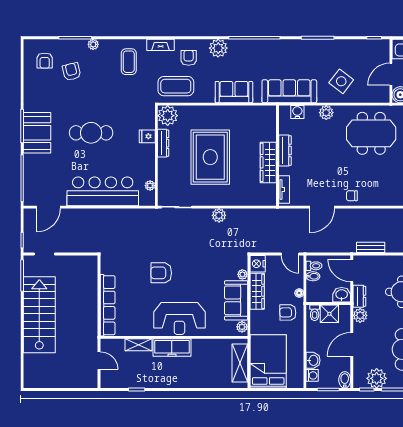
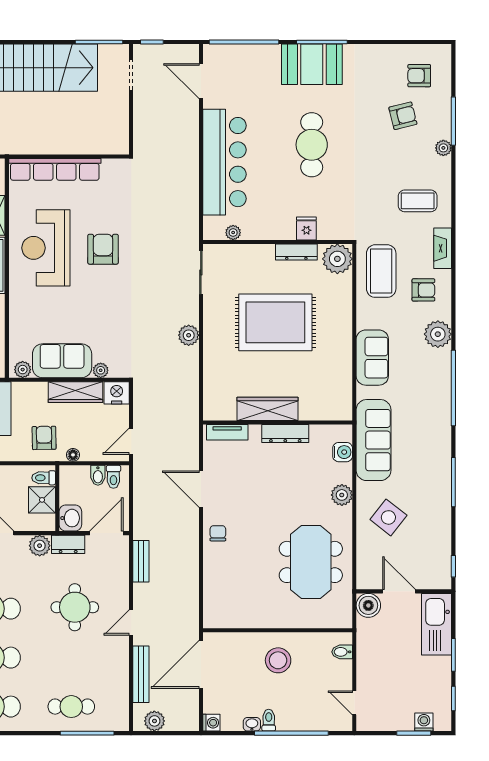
reception desk: (179, 318) -> (46, 248), moved

